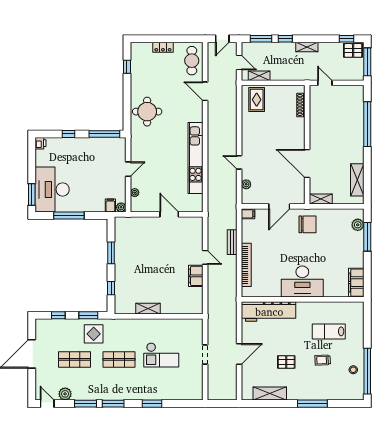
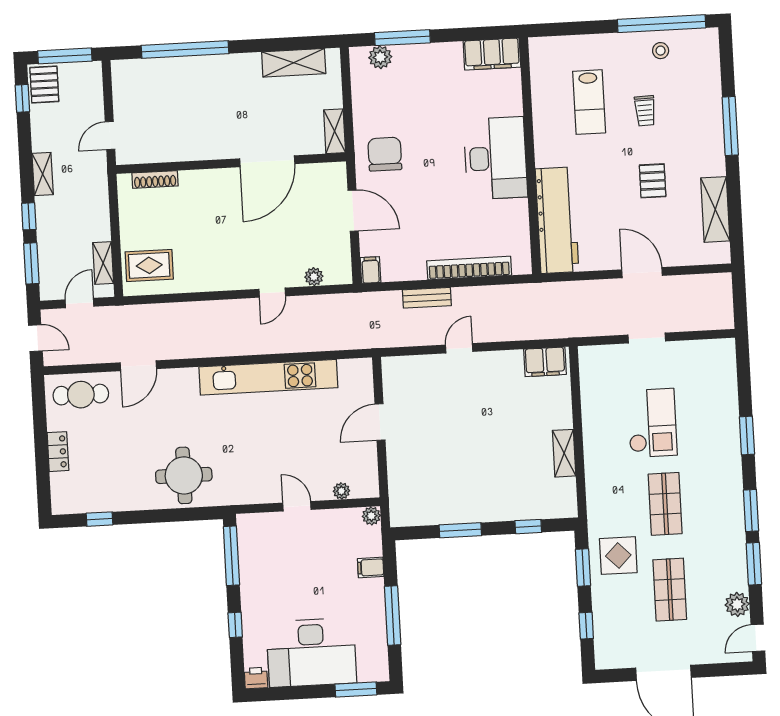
desk: (52, 189) -> (311, 652), moved
filing cabinet: (110, 206) -> (371, 568), moved
filing cabinet: (196, 276) -> (545, 362), moved

